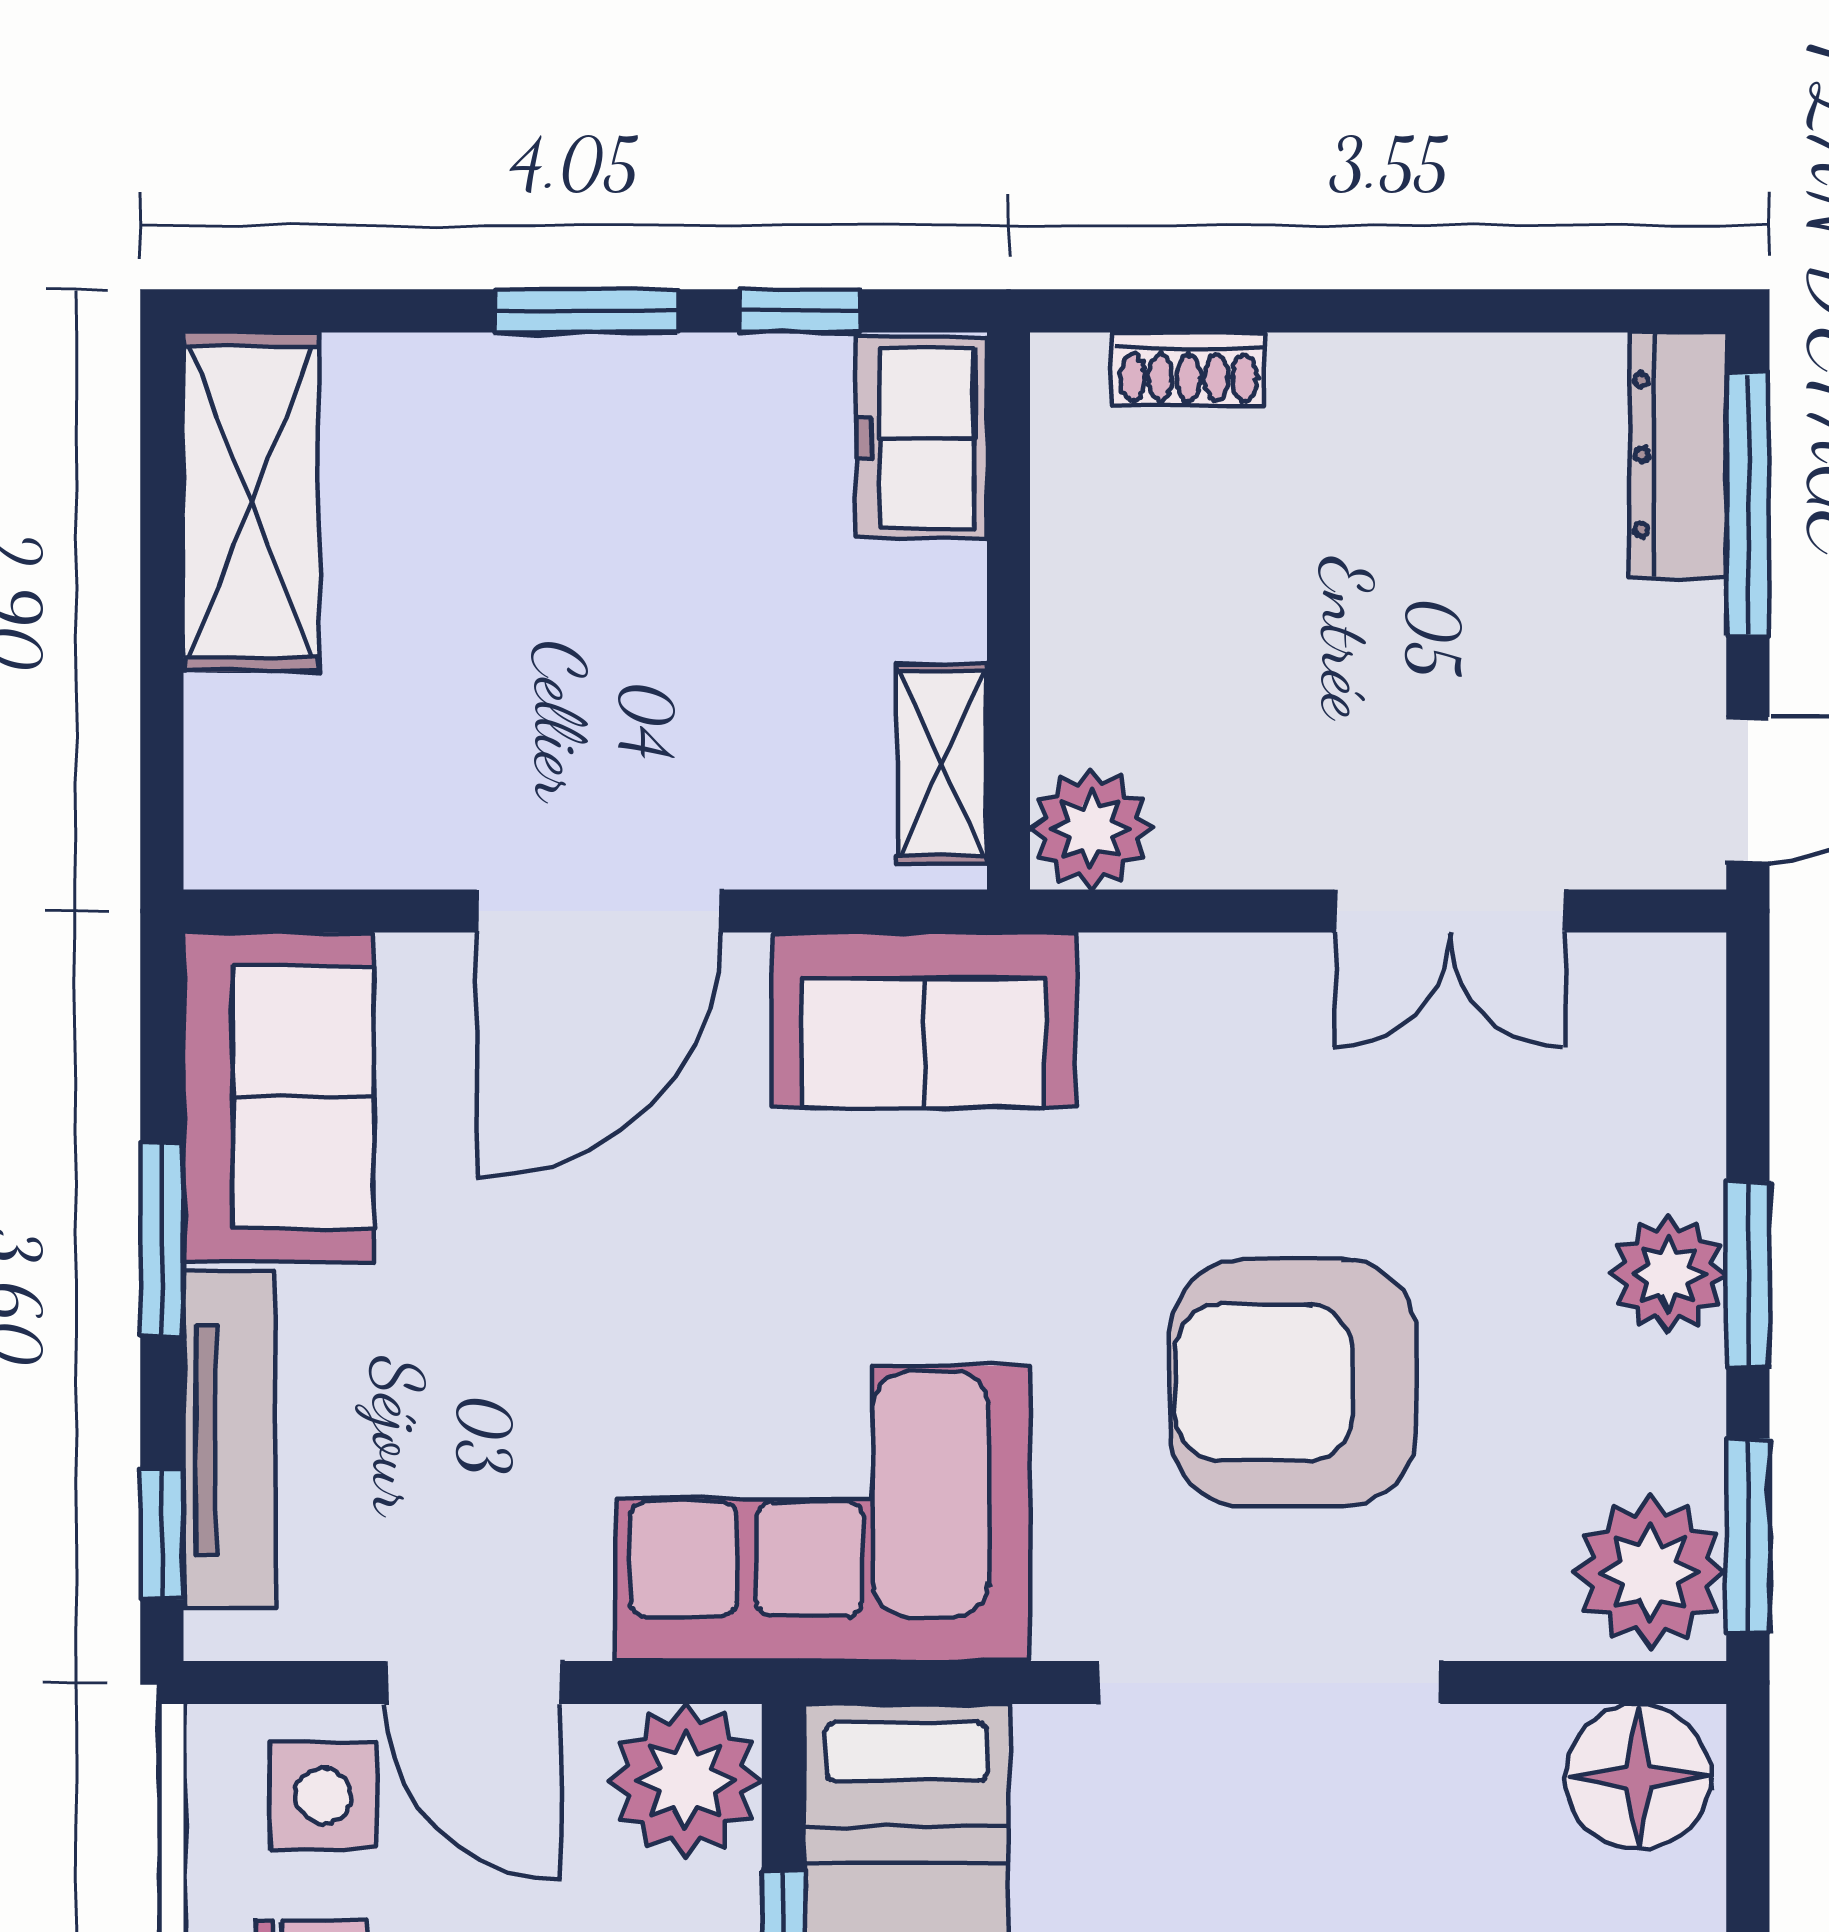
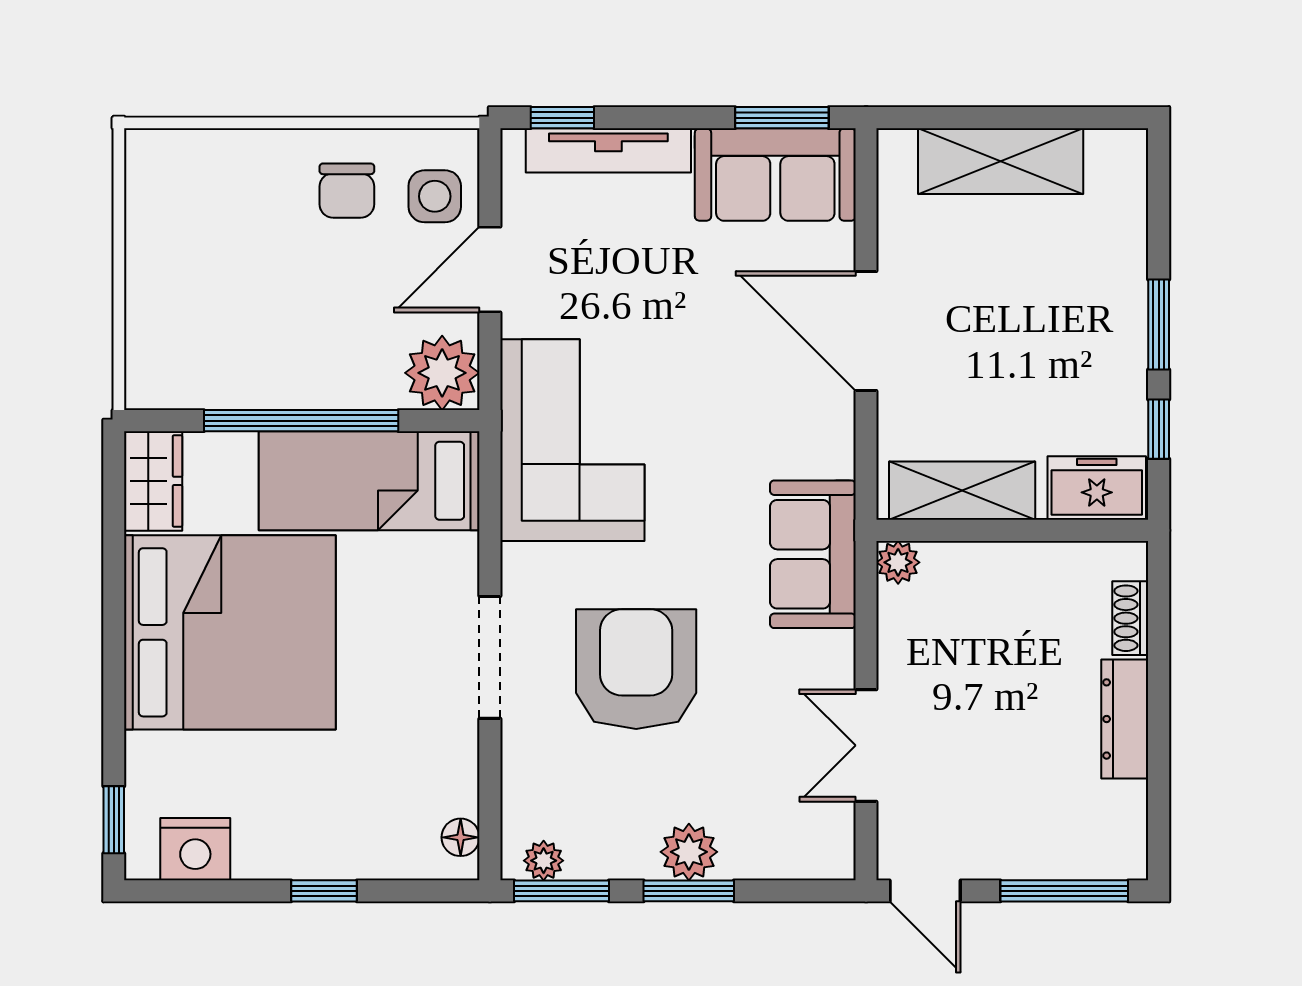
dresser: (1679, 455) -> (1125, 719), moved, turned -90
shelving: (251, 502) -> (1001, 161), moved
shelving: (942, 764) -> (962, 491), width x1.50, depth x1.33
plant: (1091, 829) -> (898, 562), width x0.73, depth x0.73
sofa: (925, 1020) -> (813, 554), moved
window: (162, 1240) -> (782, 118), moved
plant: (1650, 1572) -> (544, 861), width x0.53, depth x0.53
doorway: (1269, 1683) -> (490, 657), width x0.73
floor lamp: (1638, 1777) -> (461, 837), width x0.53, depth x0.53

